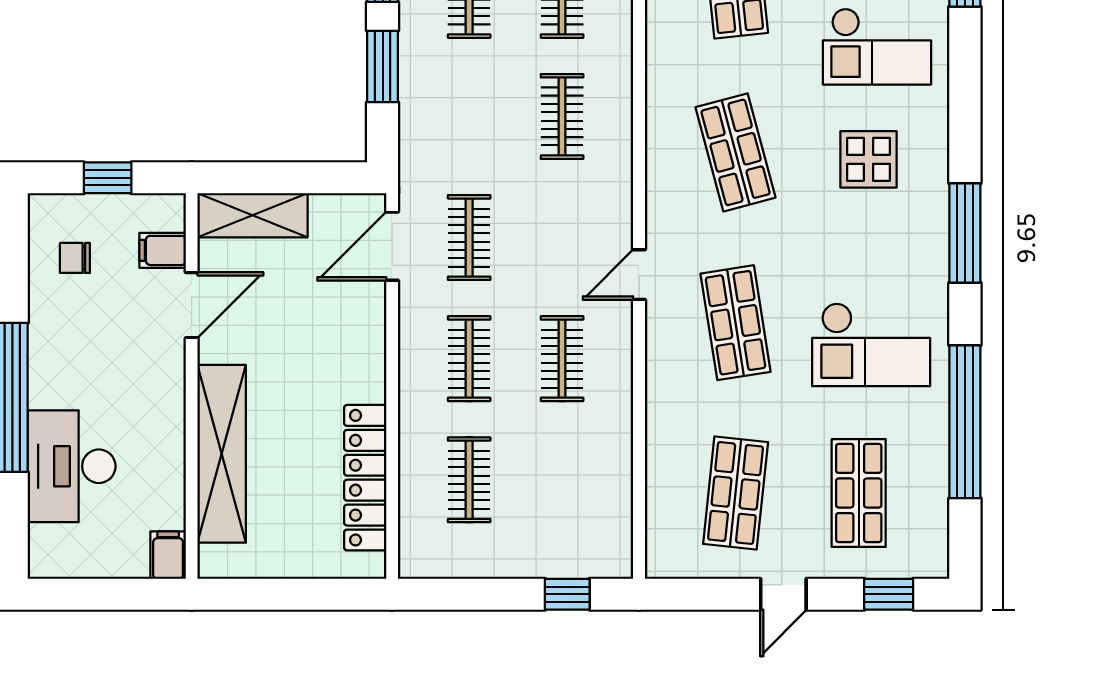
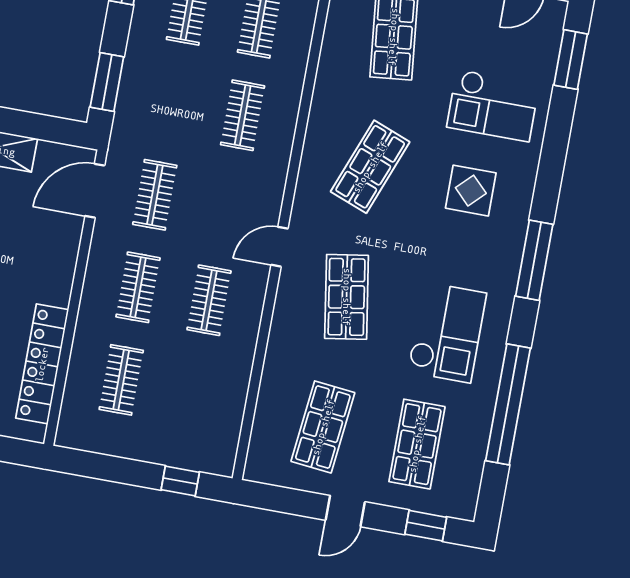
window: (383, 67) -> (107, 82), moved
shop shelf: (736, 152) -> (370, 167), turned 36
checkout: (871, 345) -> (447, 332), turned -90

